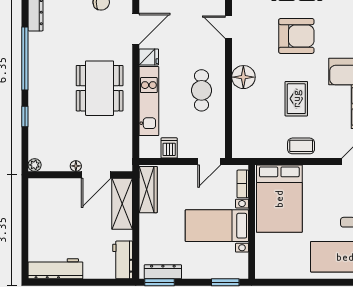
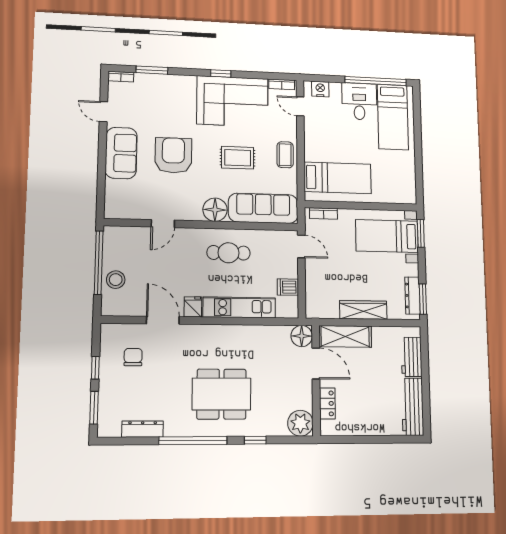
dining table: (100, 88) -> (222, 394), moved
sofa: (246, 124) -> (263, 208), added
plant: (35, 165) -> (300, 423), width x1.88, depth x1.88
floor lamp: (76, 166) -> (302, 336), moved, width x1.89, depth x1.89
locker: (59, 185) -> (327, 403), added
wardrobe: (148, 190) -> (363, 310), moved
bed: (279, 199) -> (338, 178), width x0.67
bed with nightstands: (217, 226) -> (387, 236), moved, turned 90
workbench: (123, 260) -> (412, 357), moved, turned 90

